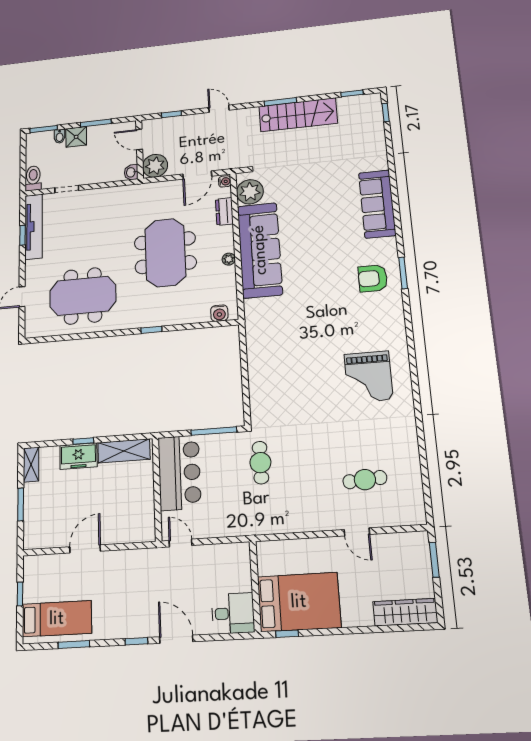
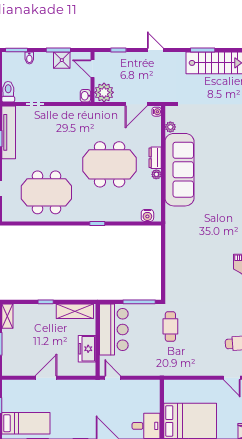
shower: (76, 137) -> (62, 60), moved
plant: (250, 192) -> (170, 127), width x0.53, depth x0.53
dresser: (224, 211) -> (155, 158), moved
meeting table: (165, 253) -> (110, 164), turned 90
freezer: (78, 456) -> (87, 349), moved, turned 90

